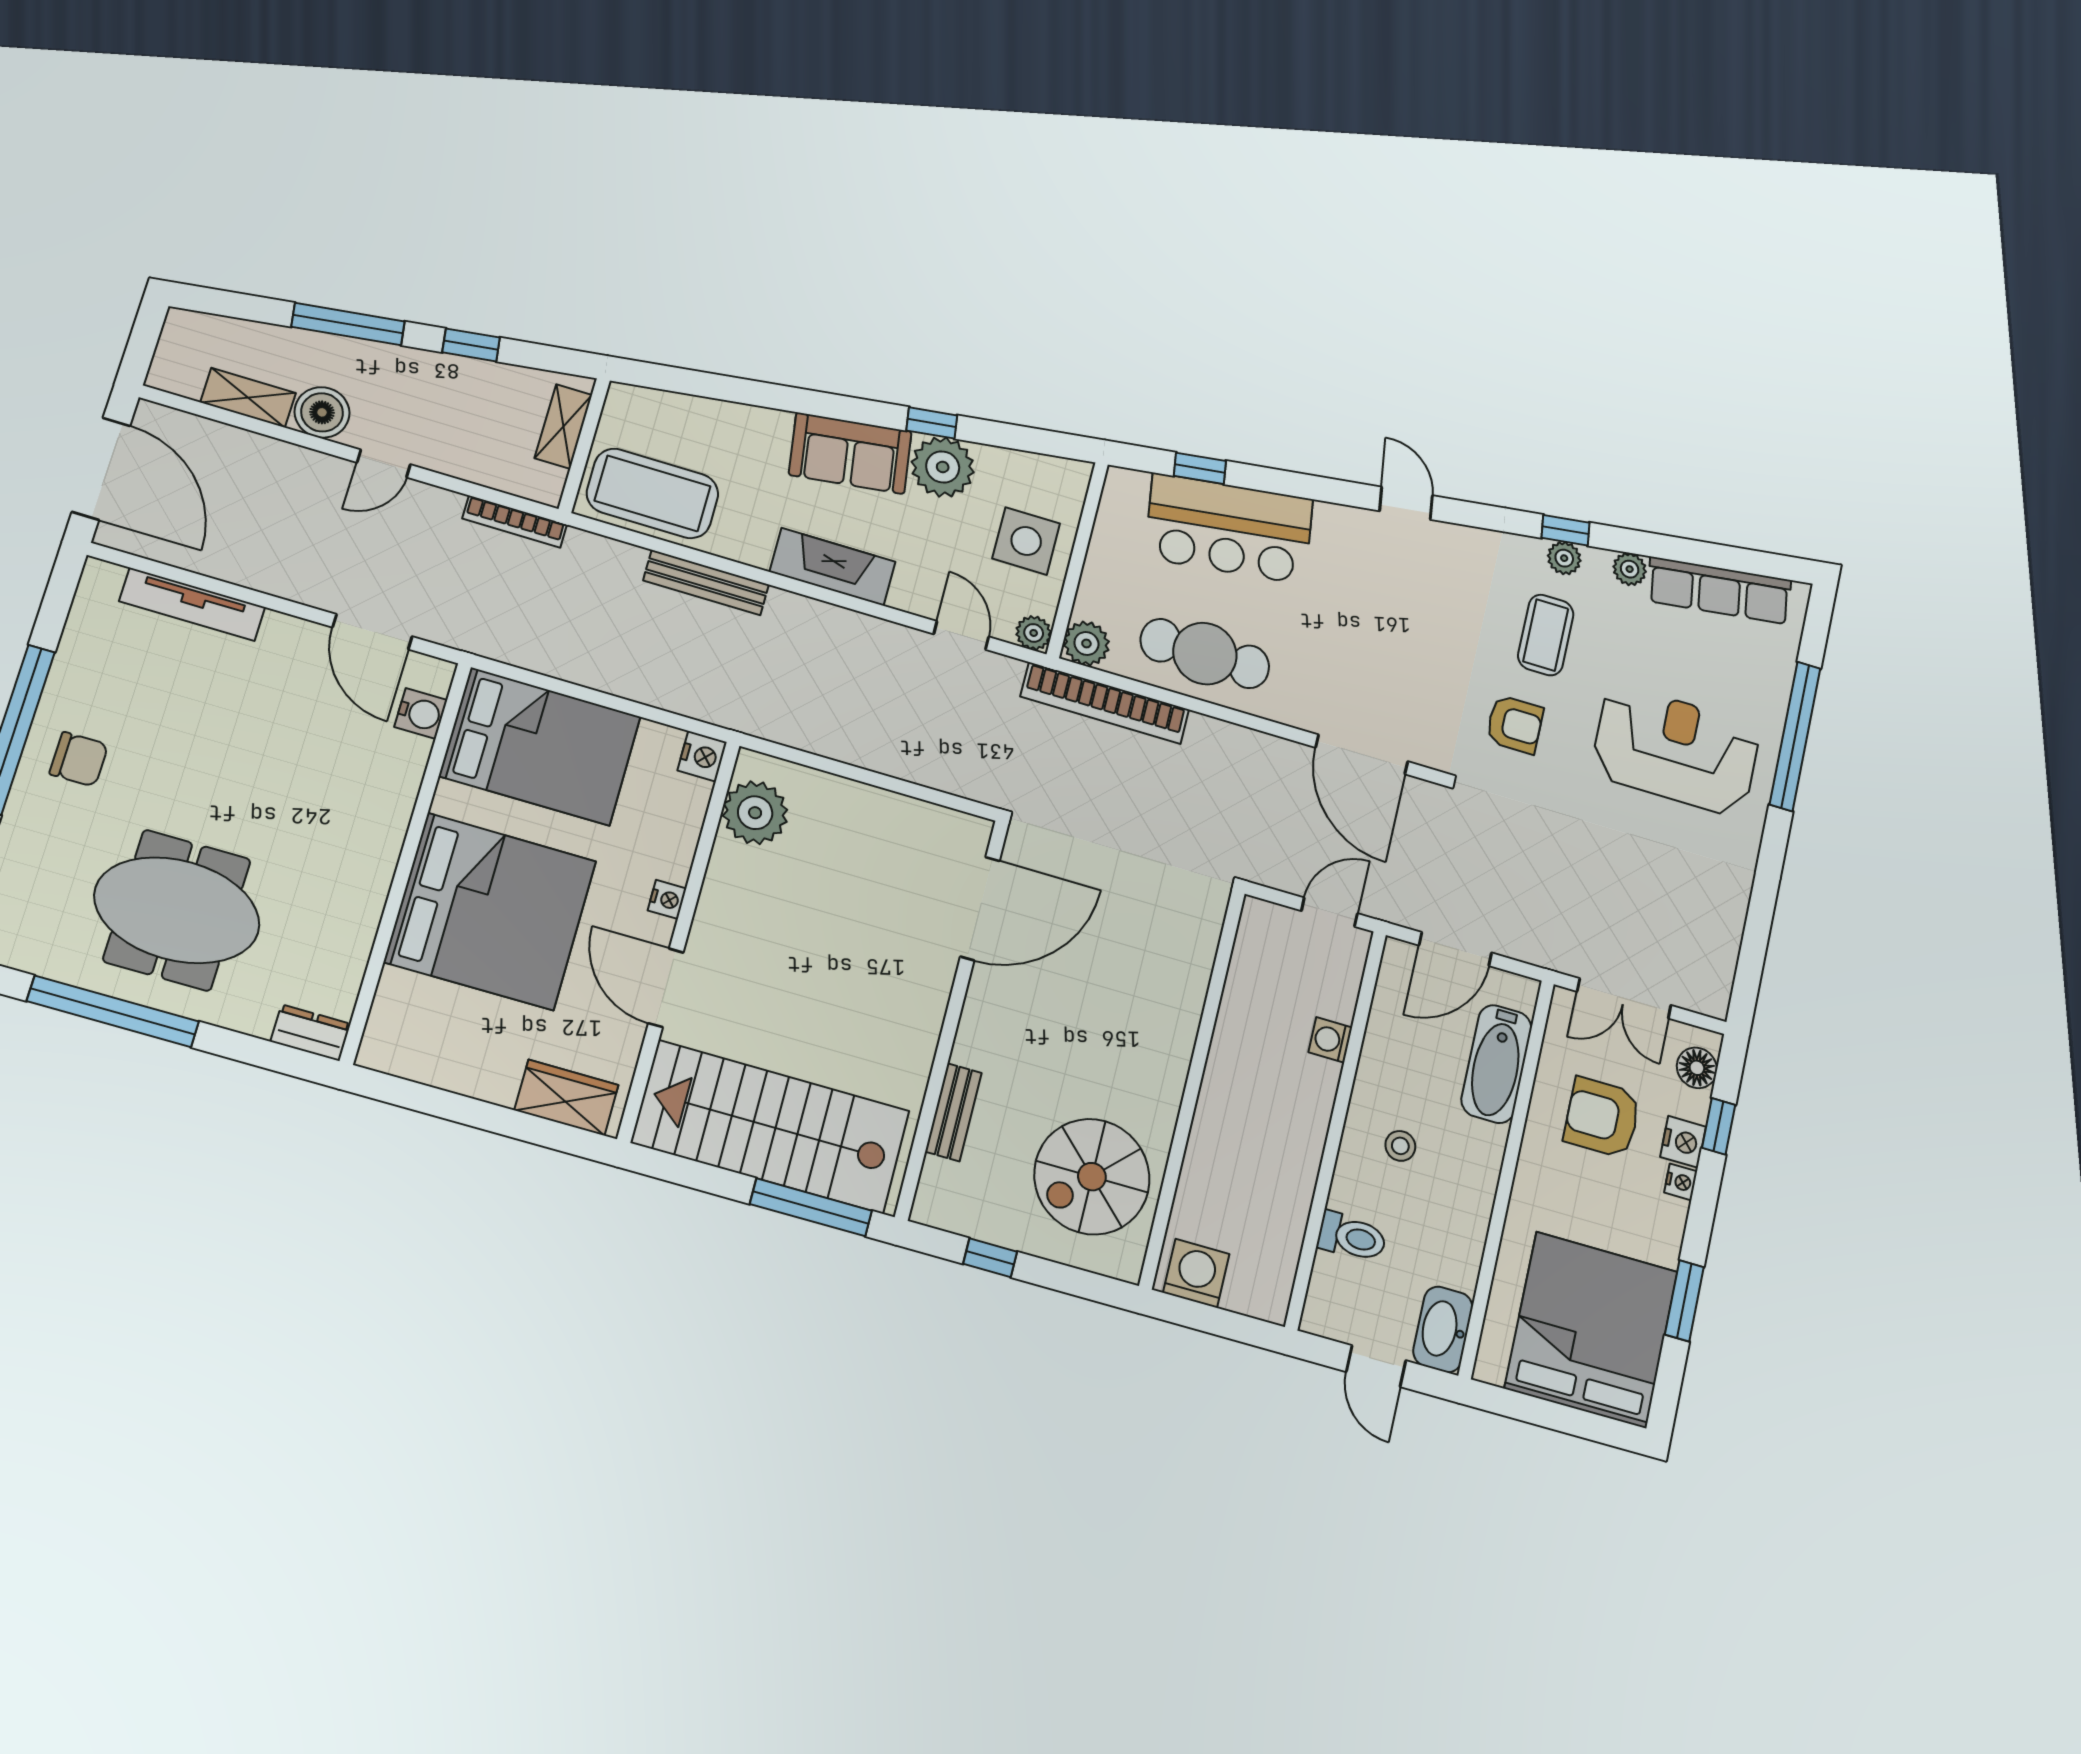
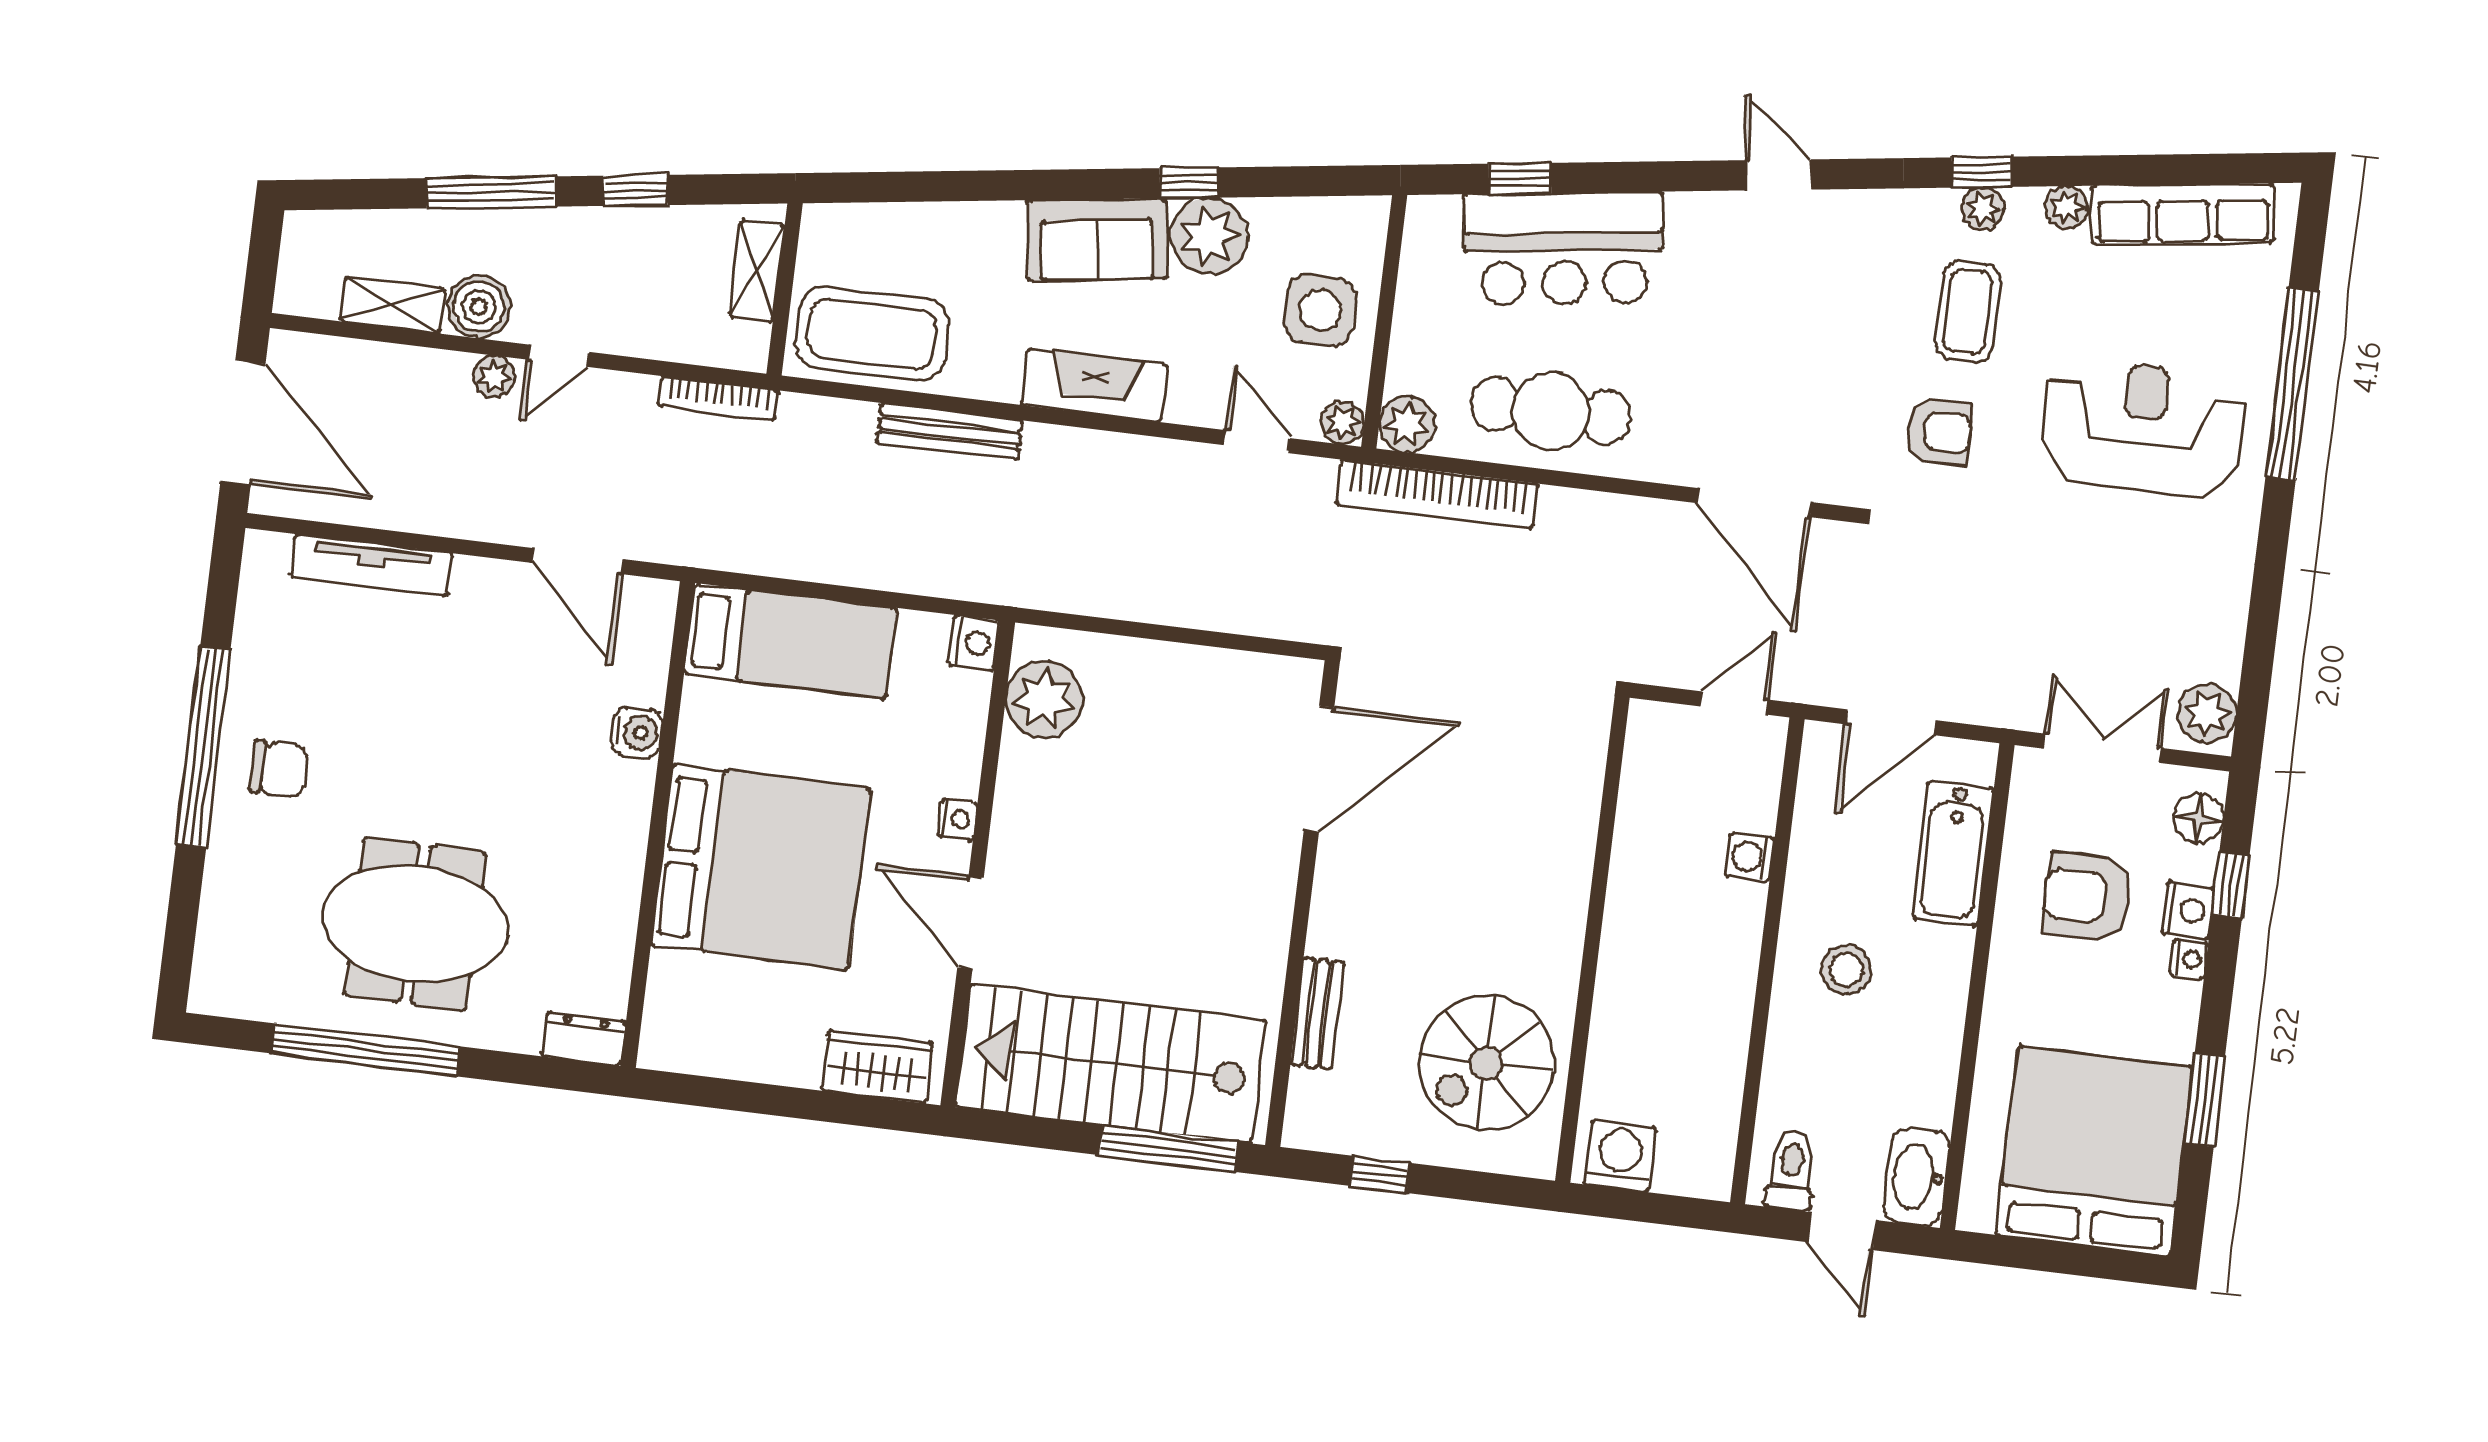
plant: (326, 470) -> (494, 376), added
water cooler: (421, 713) -> (637, 732), moved
bed: (540, 746) -> (790, 641), width x0.67
plant: (1710, 984) -> (2207, 714), added
double door: (1624, 998) -> (2102, 748), swing flipped
stool: (1400, 1146) -> (1846, 970), width x1.37, depth x1.37
toilet: (1352, 1237) -> (1791, 1171), moved, turned -90

